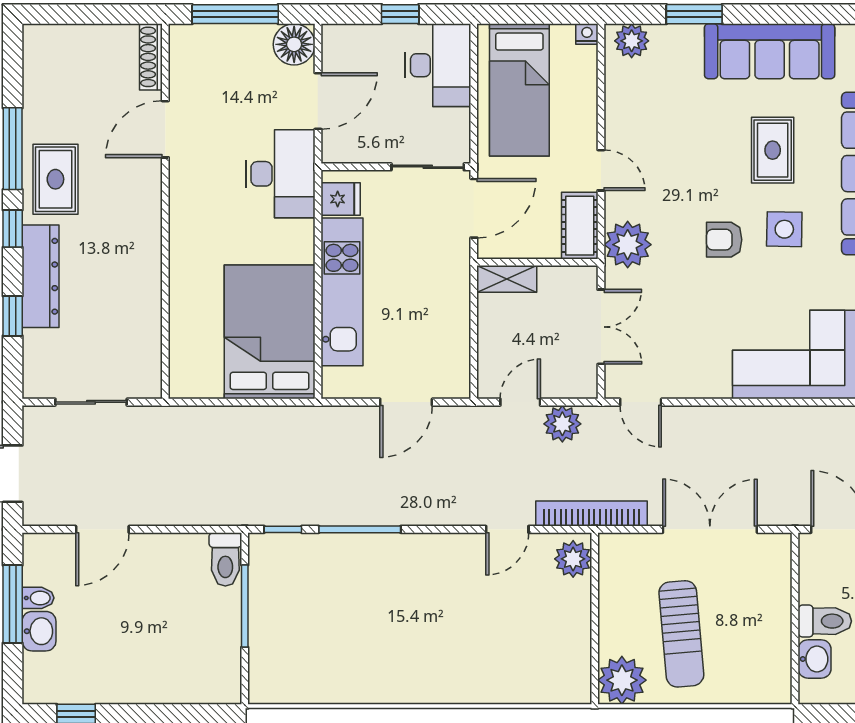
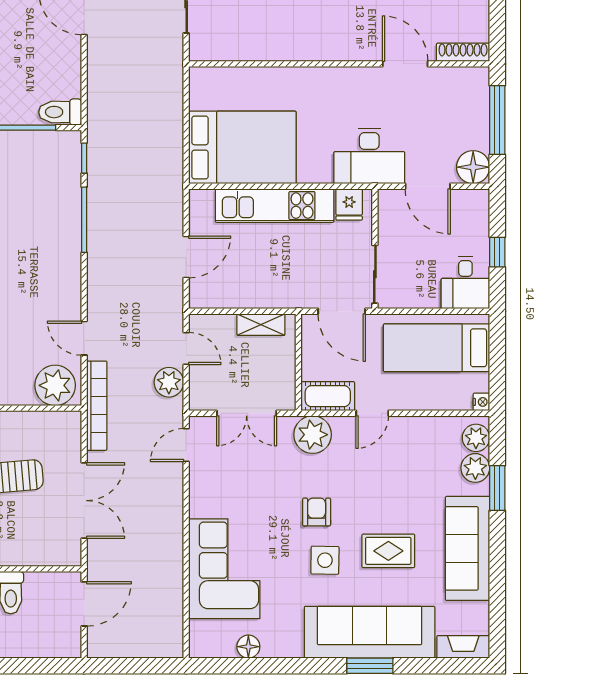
plant: (669, 42) -> (475, 468), added
desk: (438, 65) -> (465, 283), width x0.73
shelving: (507, 279) -> (261, 325), moved, turned 90
door: (406, 402) -> (186, 257), swing flipped
plant: (573, 559) -> (55, 385), width x1.36, depth x1.36

